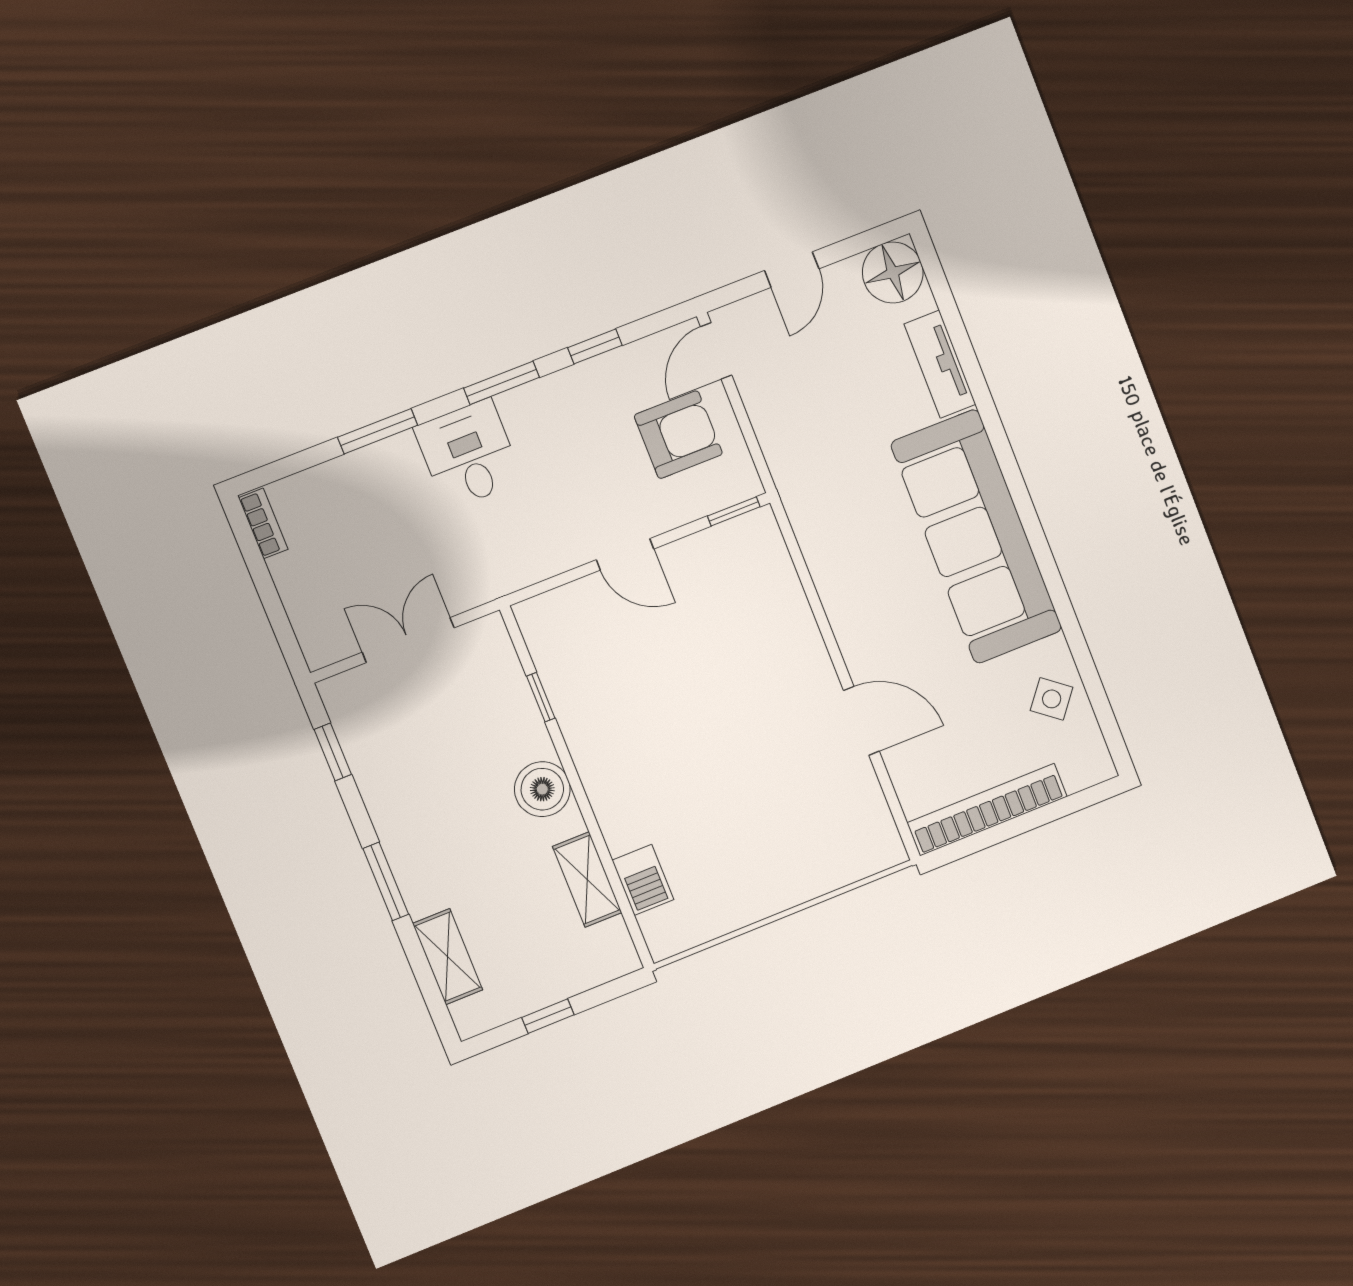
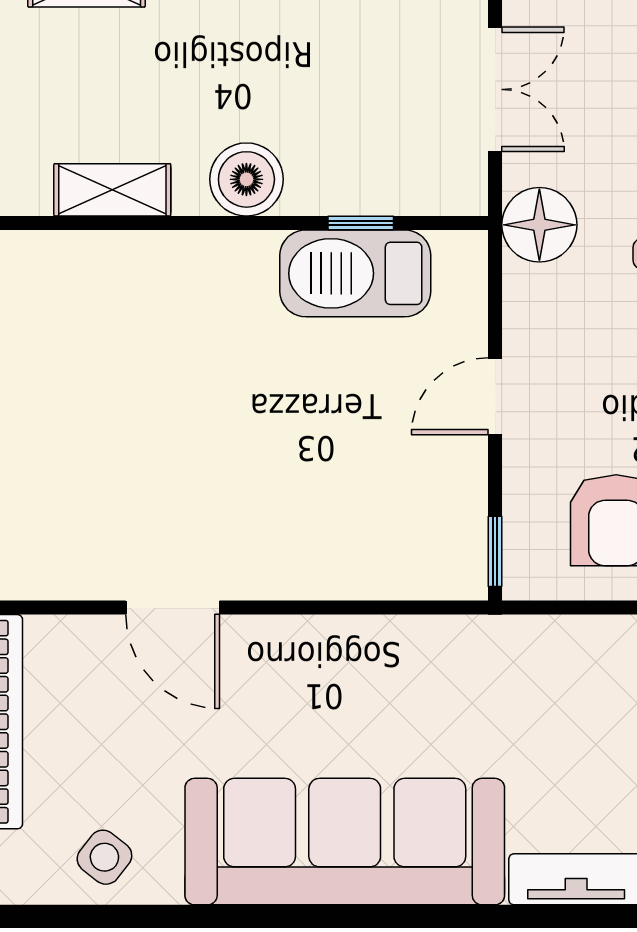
floor lamp: (492, 571) -> (539, 225), added
door: (861, 721) -> (173, 608), hinge flipped
barbecue: (643, 880) -> (355, 273), moved, width x1.88, depth x1.53

